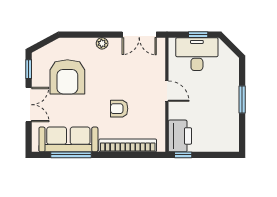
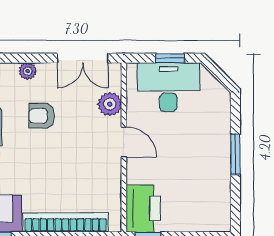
plant: (157, 66) -> (110, 104), added
armchair: (119, 109) -> (42, 116), moved

